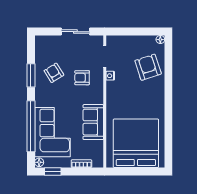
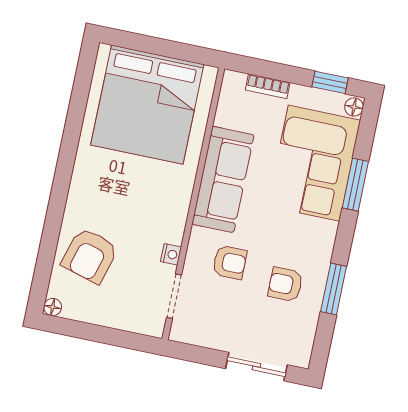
sliding door: (75, 32) -> (256, 367), moved
armchair: (148, 67) -> (90, 256), turned 34
armchair: (54, 73) -> (285, 284), turned 122
sofa: (93, 122) -> (223, 179), width x1.36
window: (31, 126) -> (355, 185), width x0.47

